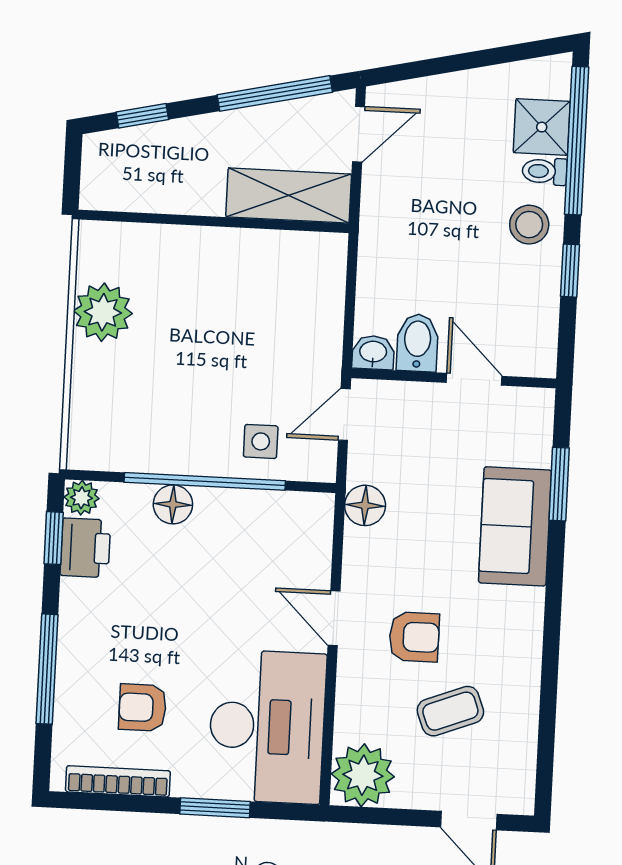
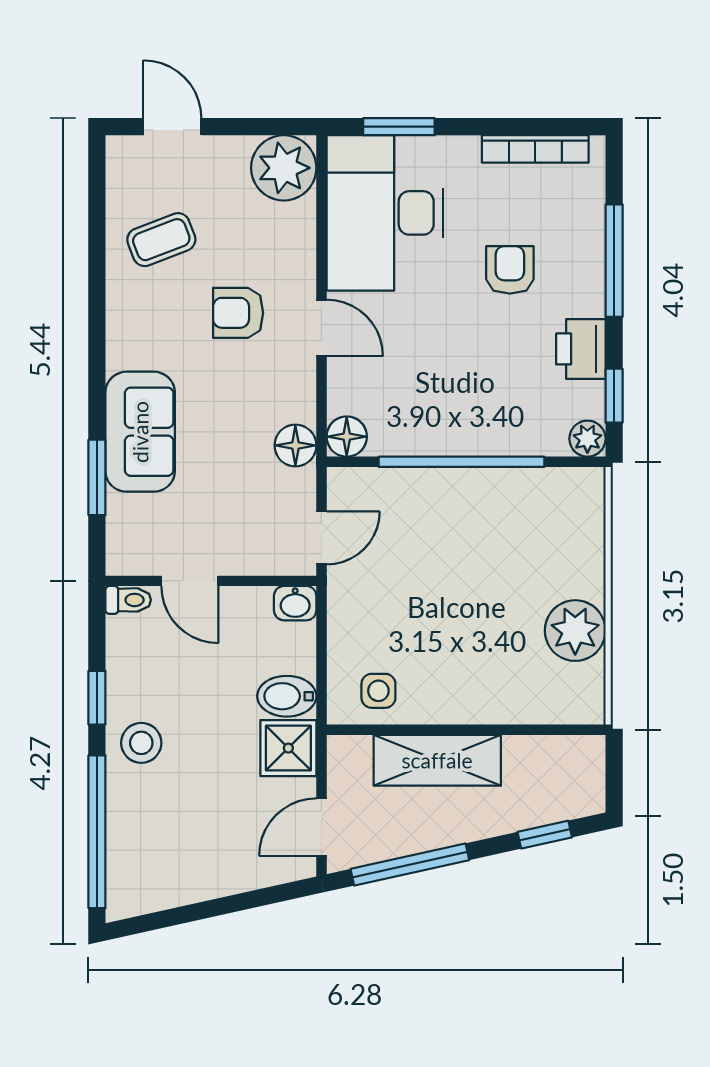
shower: (542, 127) -> (288, 748), moved
toilet: (545, 171) -> (128, 600), moved
shelving: (289, 196) -> (437, 760), moved
bidet: (417, 343) -> (287, 696), moved, turned 90
side table: (261, 441) -> (378, 691), moved
floor lamp: (173, 504) -> (347, 437), moved
printer: (85, 548) -> (581, 349), moved
armchair: (143, 708) -> (510, 270), moved, turned -90
coffee table: (450, 711) -> (161, 240), moved
window: (215, 808) -> (399, 127), moved

